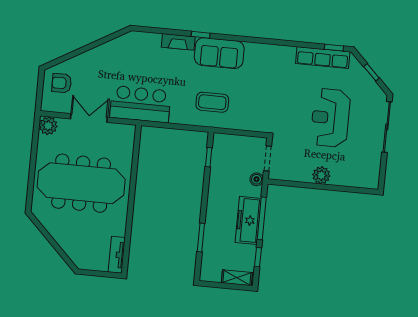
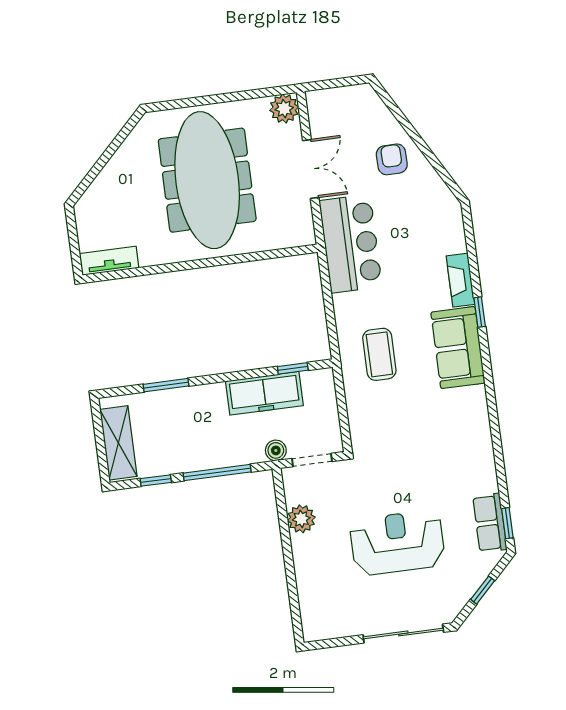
row of seats: (323, 58) -> (490, 523), width x0.68
armchair: (62, 83) -> (392, 159), moved
plant: (321, 175) -> (301, 519), moved
freezer: (248, 220) -> (264, 393), moved, turned 180
shelving: (237, 278) -> (118, 443), width x1.50, depth x1.33

